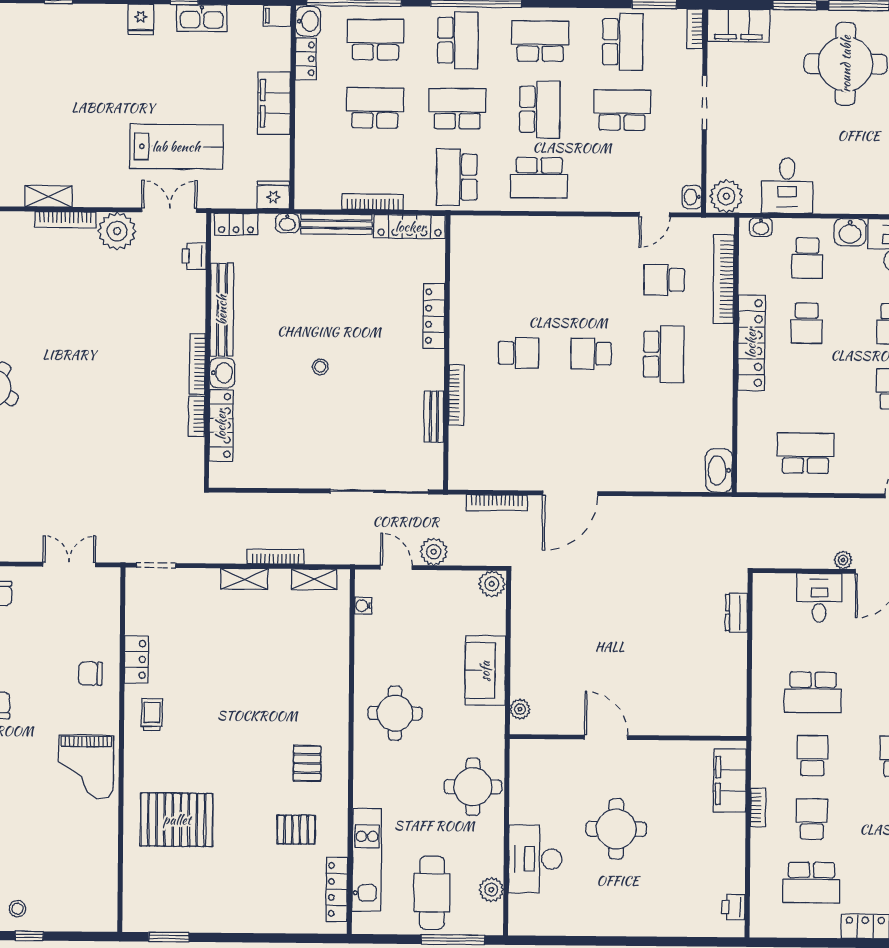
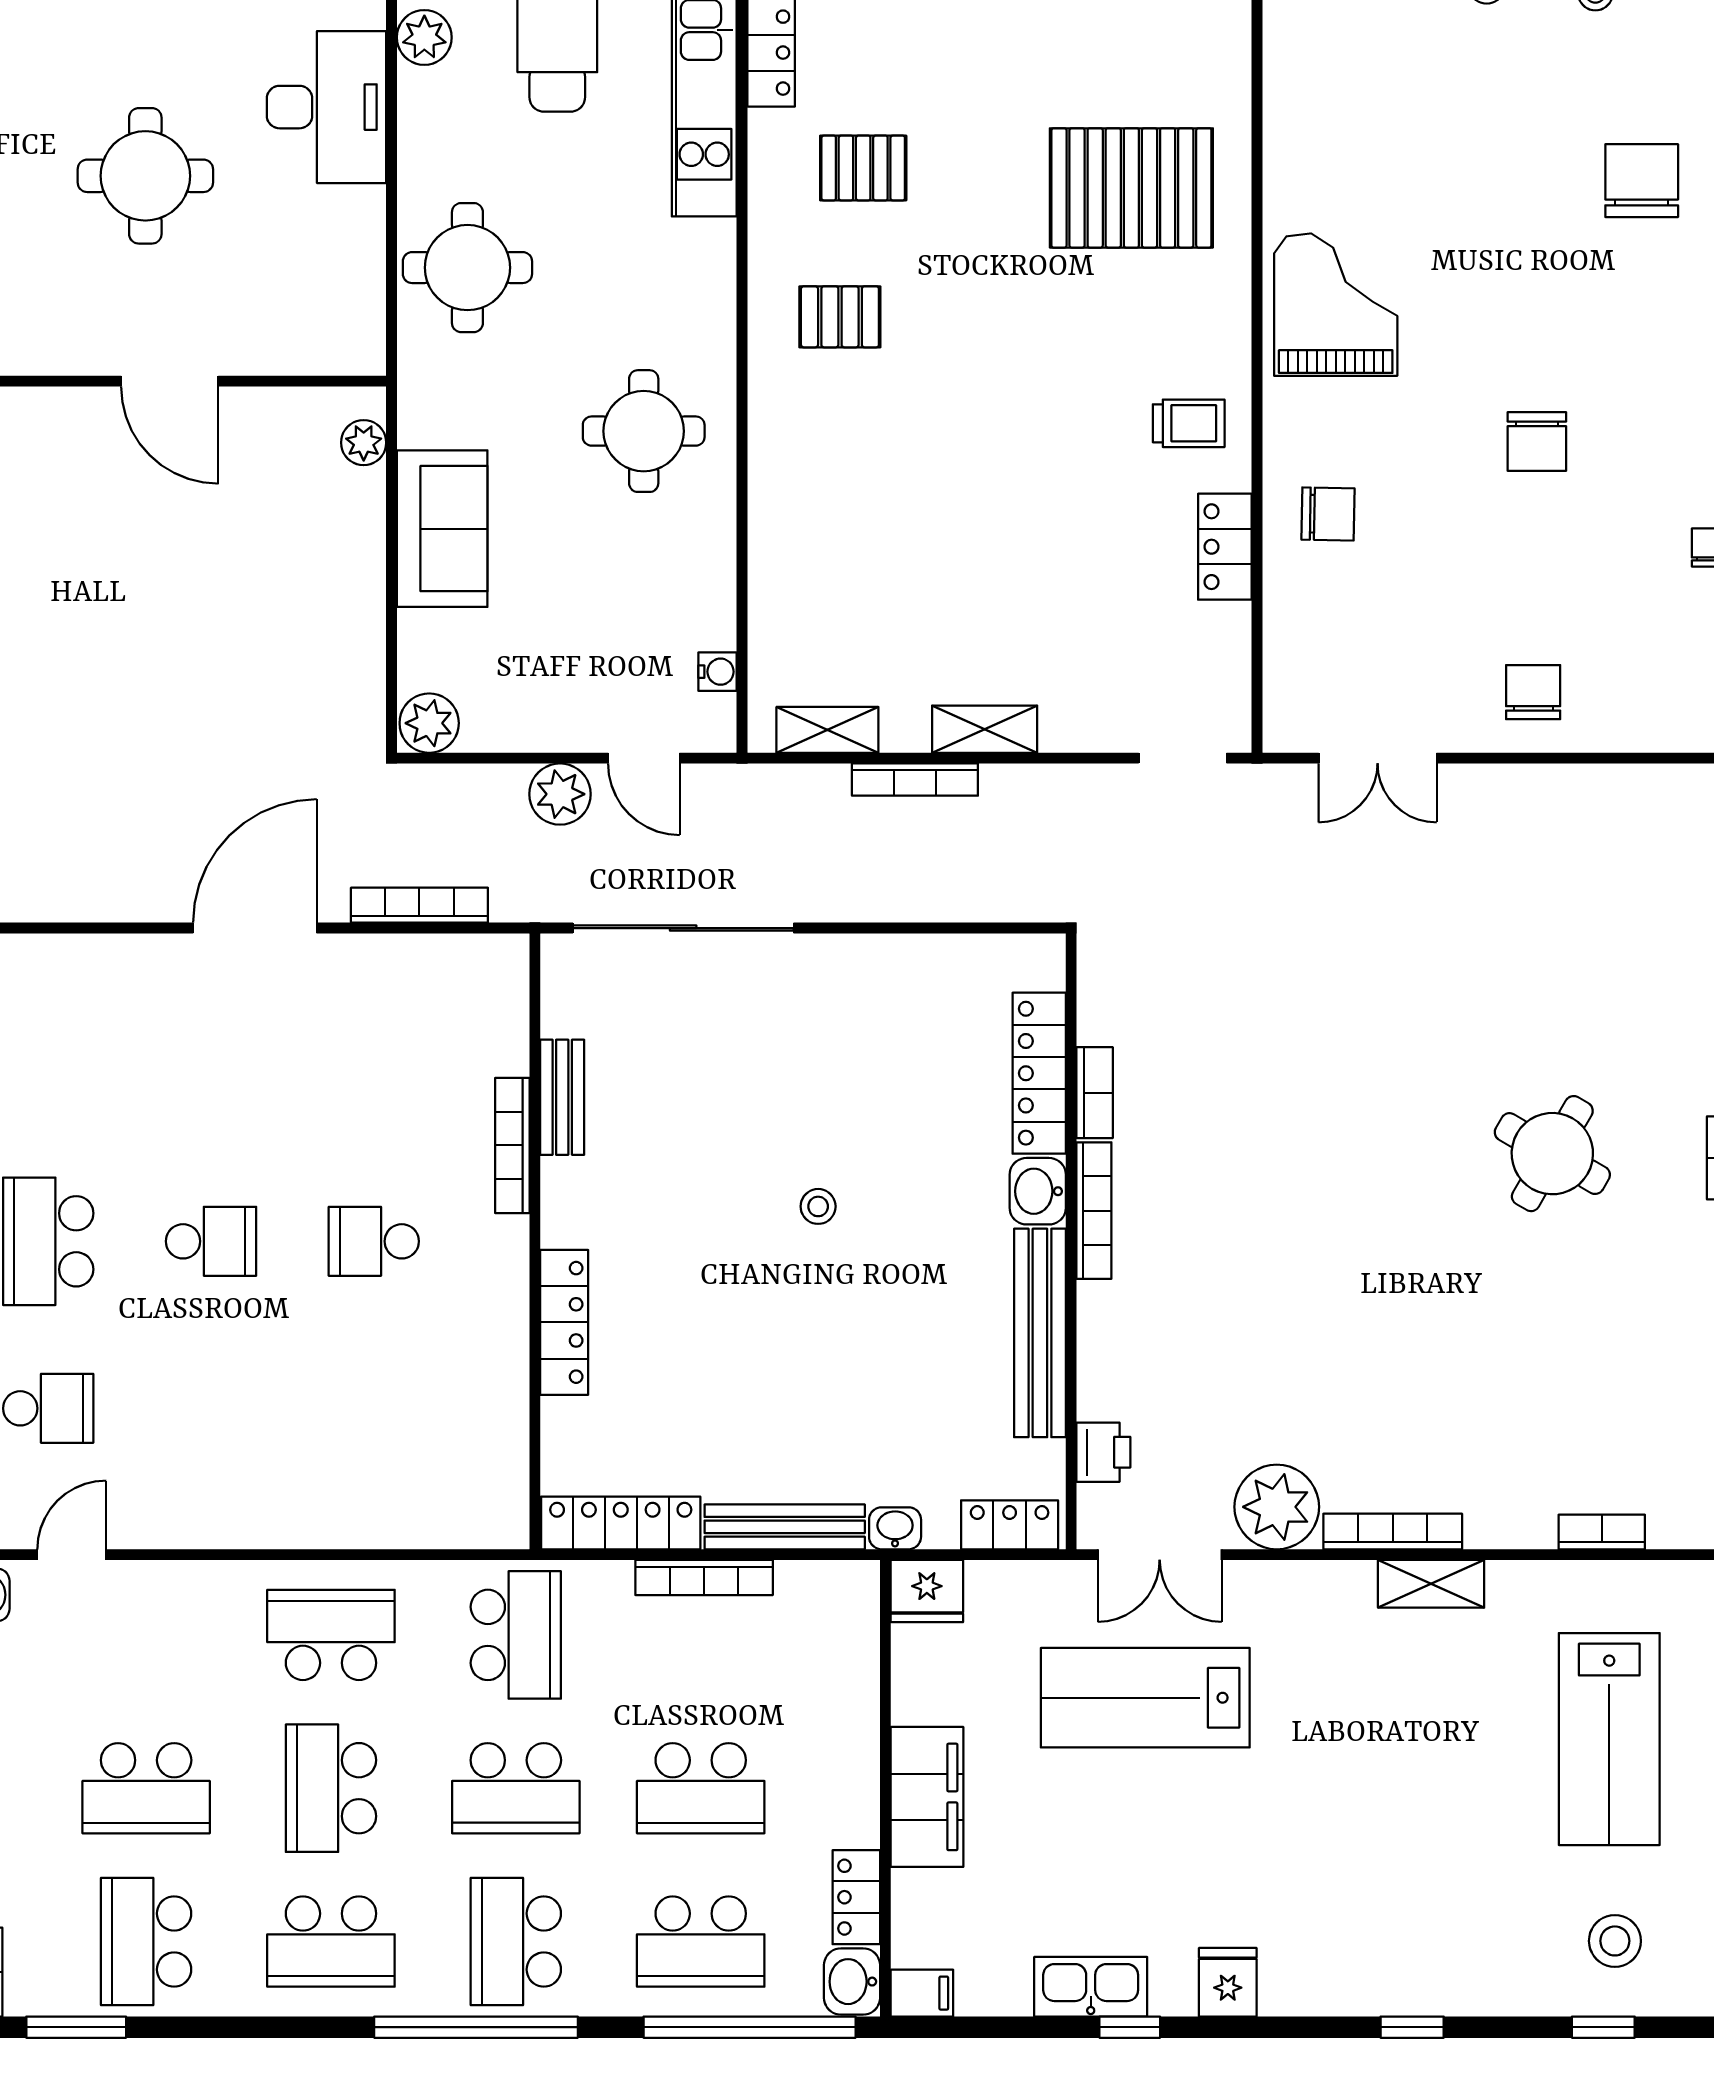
trolley: (152, 715) -> (1189, 423), turned -90
pallet: (307, 763) -> (840, 317), turned 90

